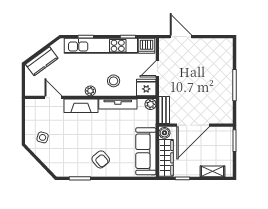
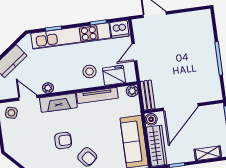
fridge: (146, 88) -> (114, 75), moved
plant: (90, 91) -> (48, 88), moved
side table: (43, 137) -> (11, 113), moved
armchair: (80, 141) -> (63, 141), added

